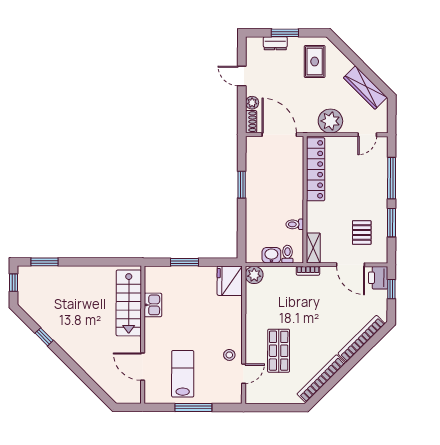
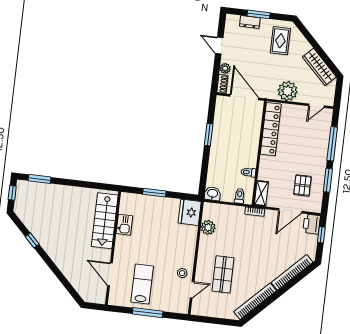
washbasin: (271, 255) -> (212, 194), moved
door: (351, 265) -> (290, 211), hinge flipped
plant: (254, 275) -> (208, 227), moved

